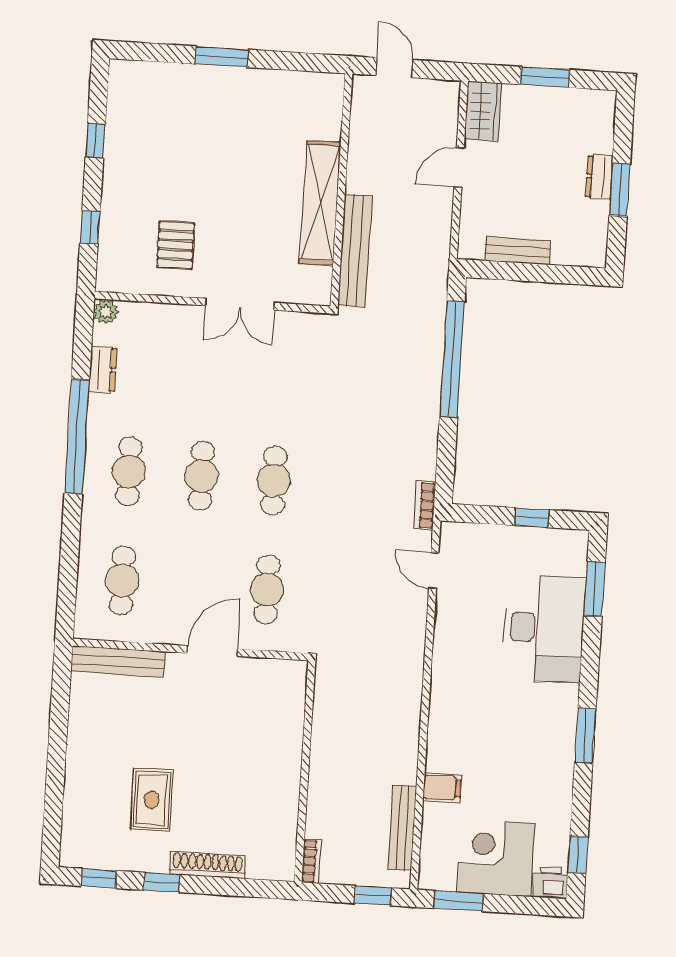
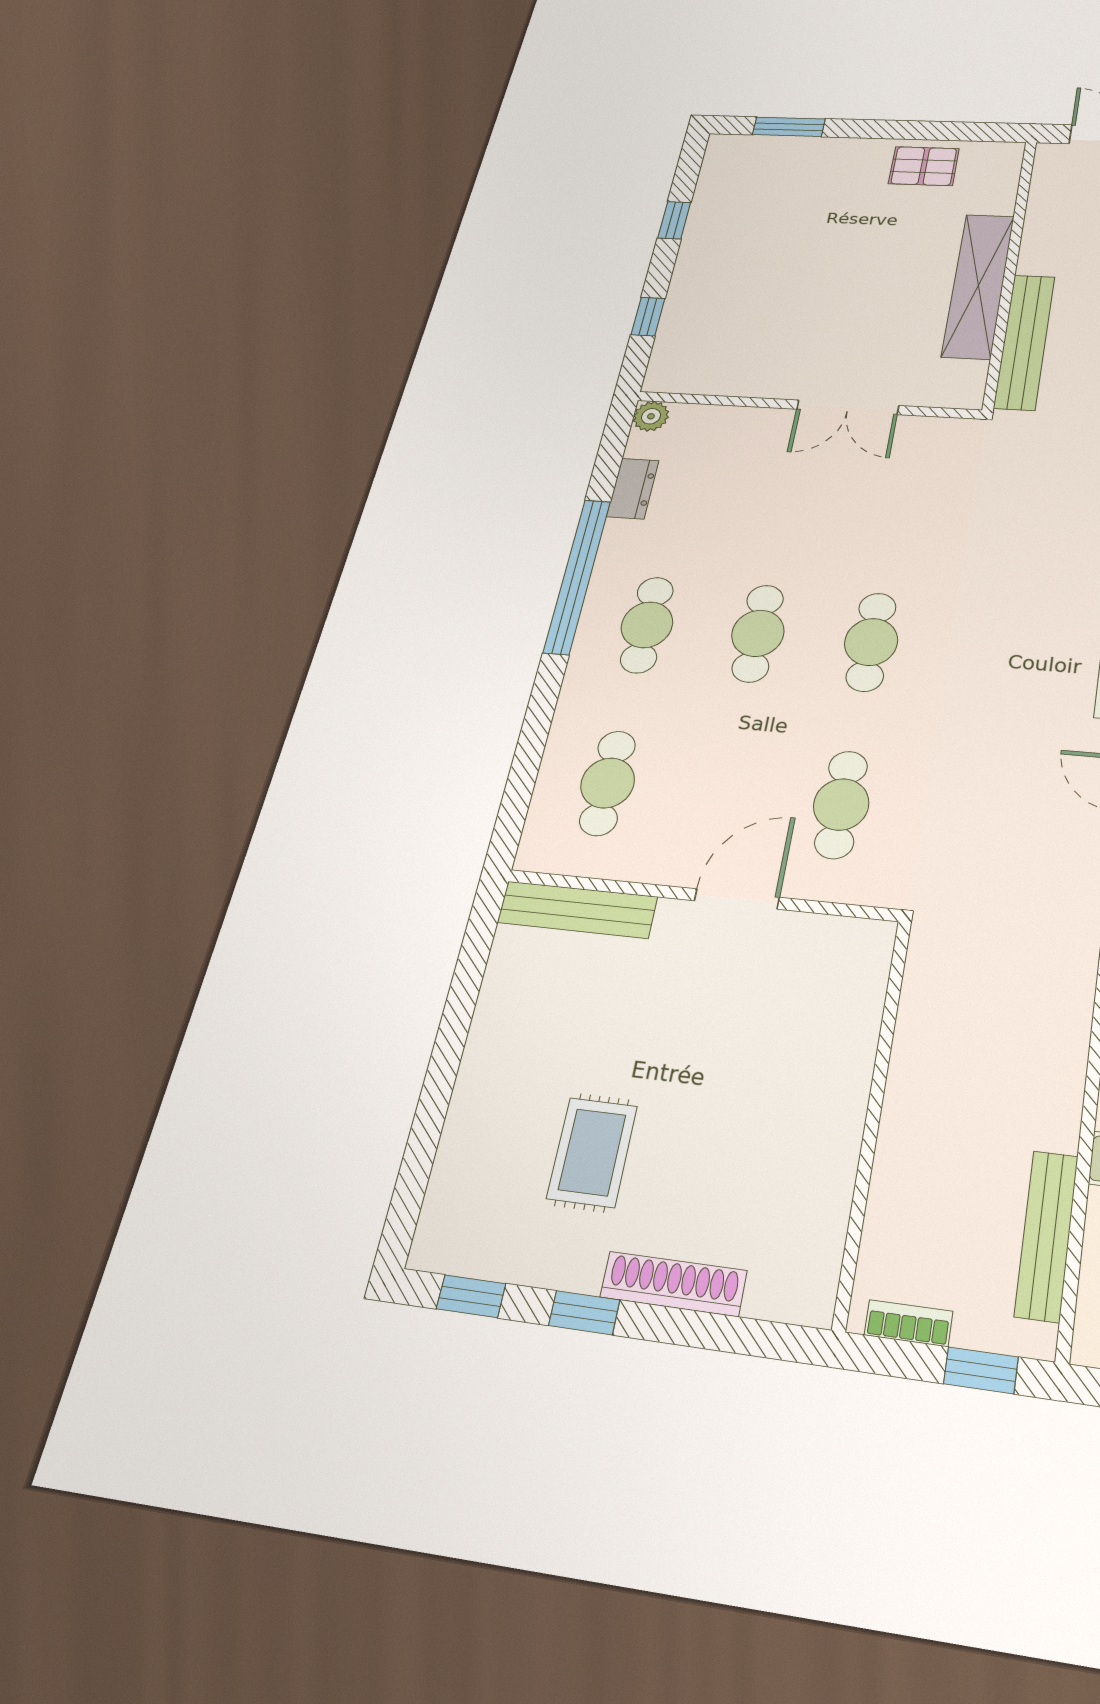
window: (221, 57) -> (789, 127), moved
pallet: (176, 245) -> (924, 166), moved, turned 90
bookcase: (311, 861) -> (908, 1323), moved, turned -90

